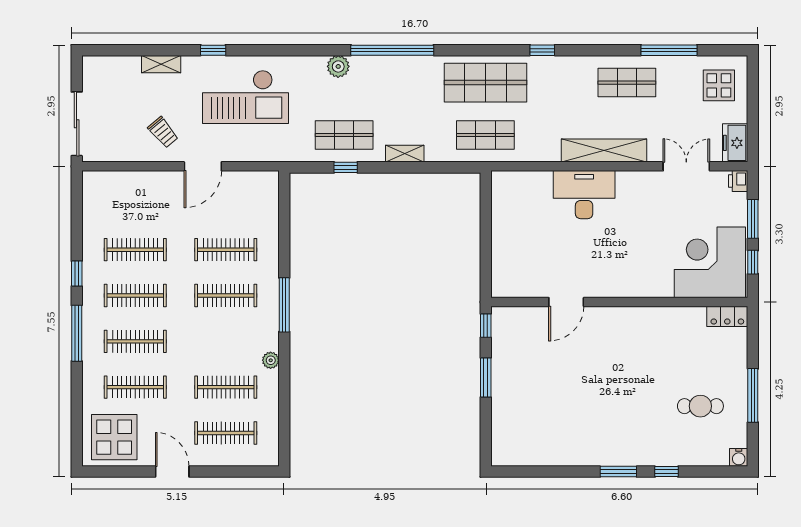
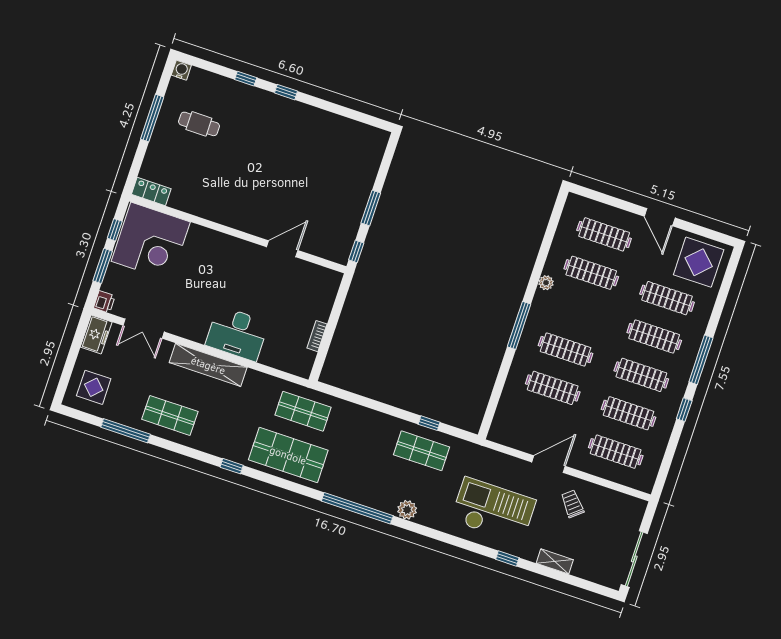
sliding door: (77, 124) -> (634, 559), moved
shelving: (405, 154) -> (376, 418), removed
clothes rail: (135, 204) -> (616, 452), added
bookcase: (497, 221) -> (317, 336), added
window: (618, 472) -> (286, 92), width x0.67

